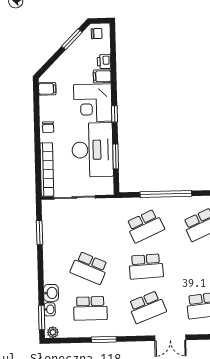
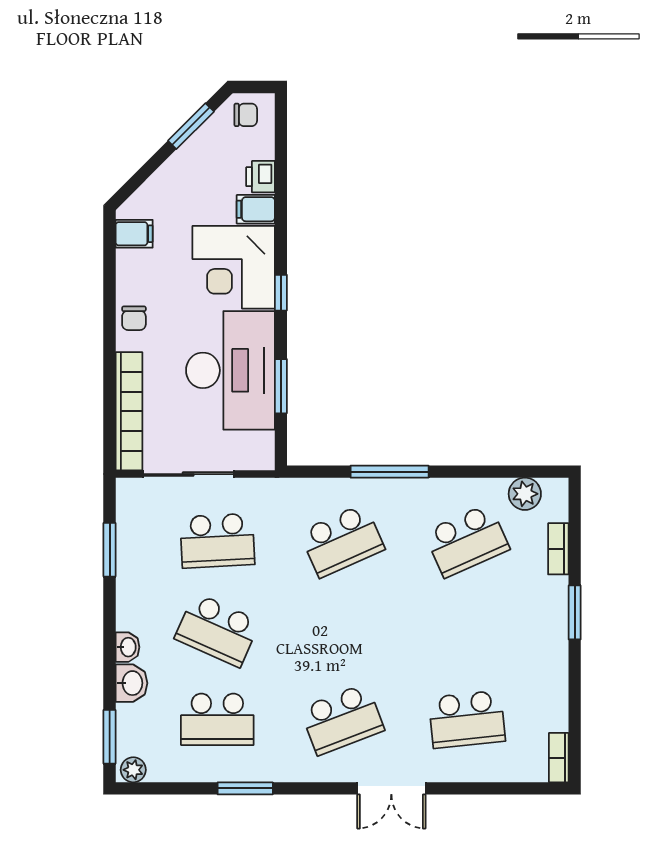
window: (166, 194) -> (390, 472), width x0.68
school desk: (146, 266) -> (217, 541), moved
washbasin: (50, 309) -> (128, 647), moved

